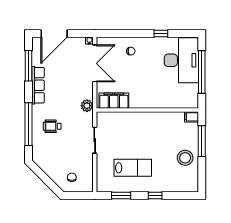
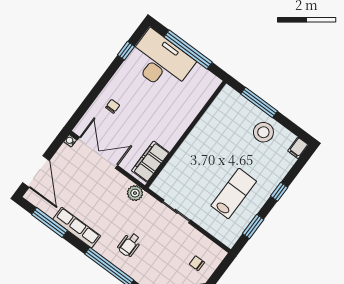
window: (161, 34) -> (126, 51), moved
filing cabinet: (191, 117) -> (298, 148), moved

